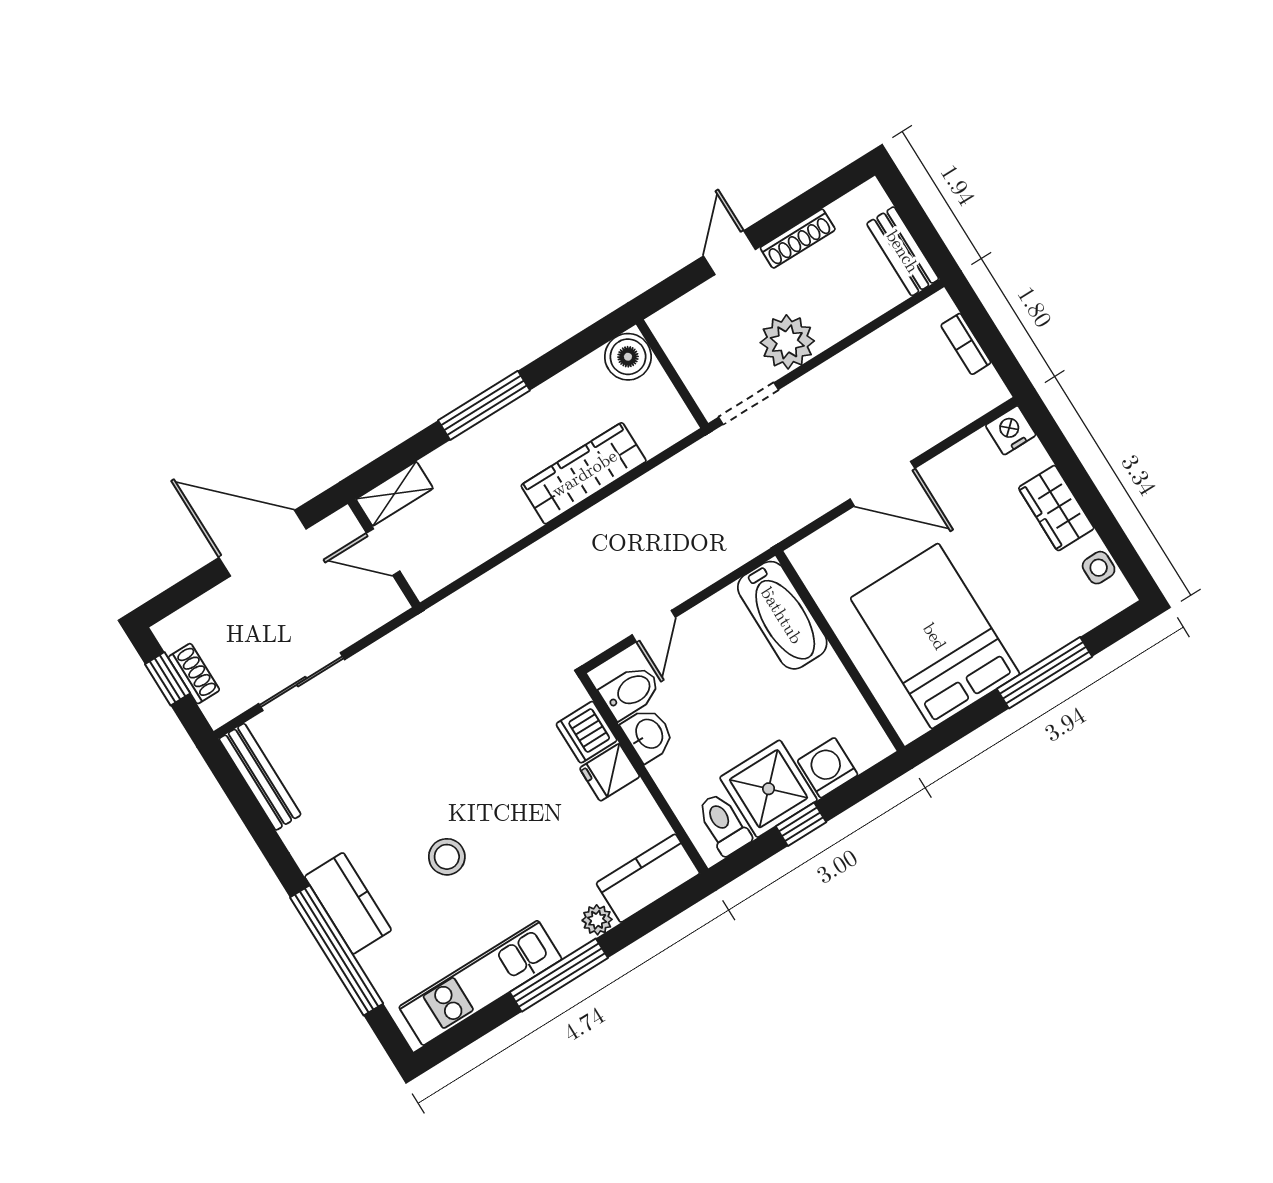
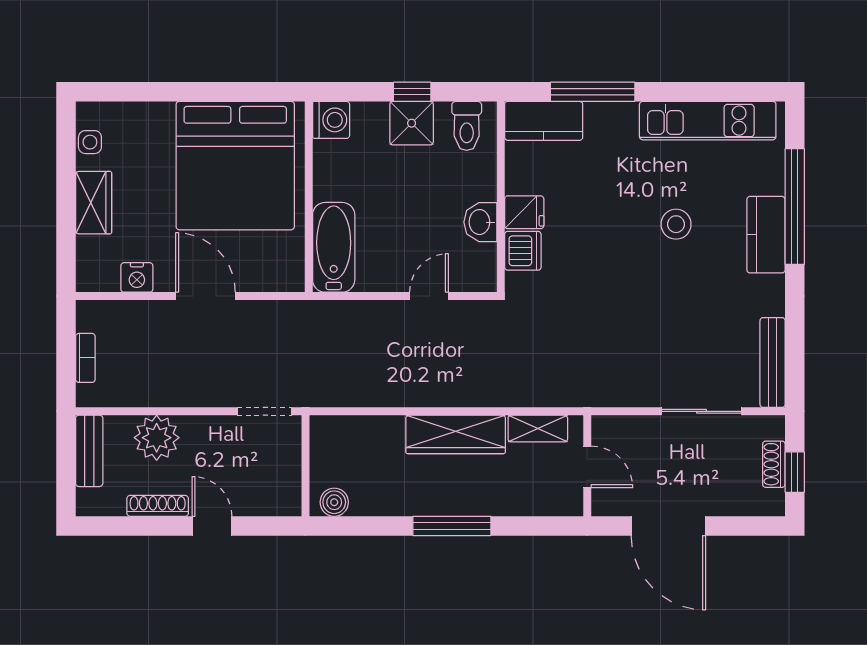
door: (729, 253) -> (212, 526), swing flipped
plant: (787, 342) -> (157, 438), moved
boiler: (628, 357) -> (334, 502), width x0.73, depth x0.73
nightstand: (1011, 430) -> (137, 277), moved
wardrobe: (584, 473) -> (456, 434), moved
shelving: (395, 494) -> (538, 429), moved
bed: (935, 636) -> (235, 166), width x1.36
window: (1045, 673) -> (174, 92), removed
bidet: (631, 692) -> (474, 260), removed
washing machine: (828, 768) -> (331, 120), moved, turned -90
shower: (769, 789) -> (412, 123), width x0.73, depth x0.73
plant: (597, 920) -> (598, 114), removed
window: (559, 975) -> (593, 92), moved

